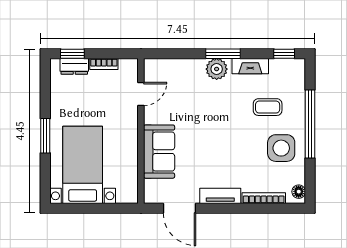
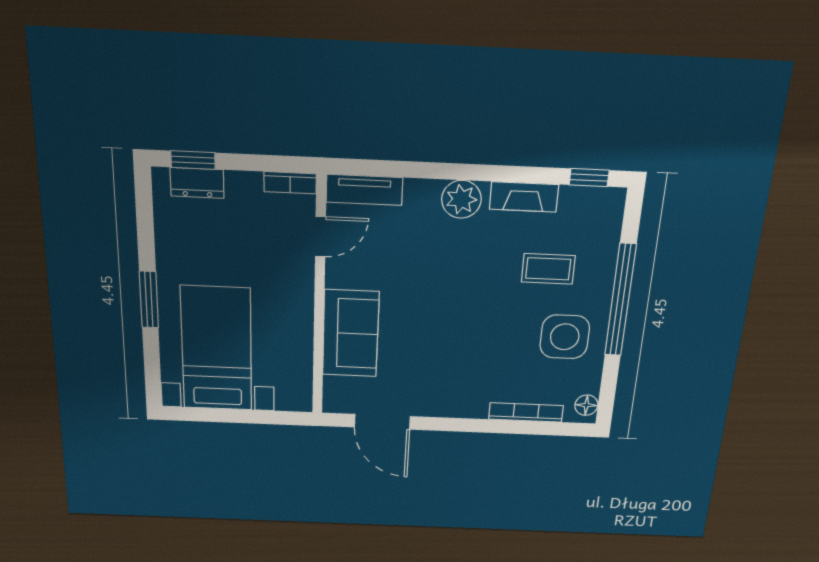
window: (223, 54) -> (475, 173), removed
bookcase: (104, 64) -> (290, 183), moved
tv unit: (220, 196) -> (364, 190), moved, turned 180

